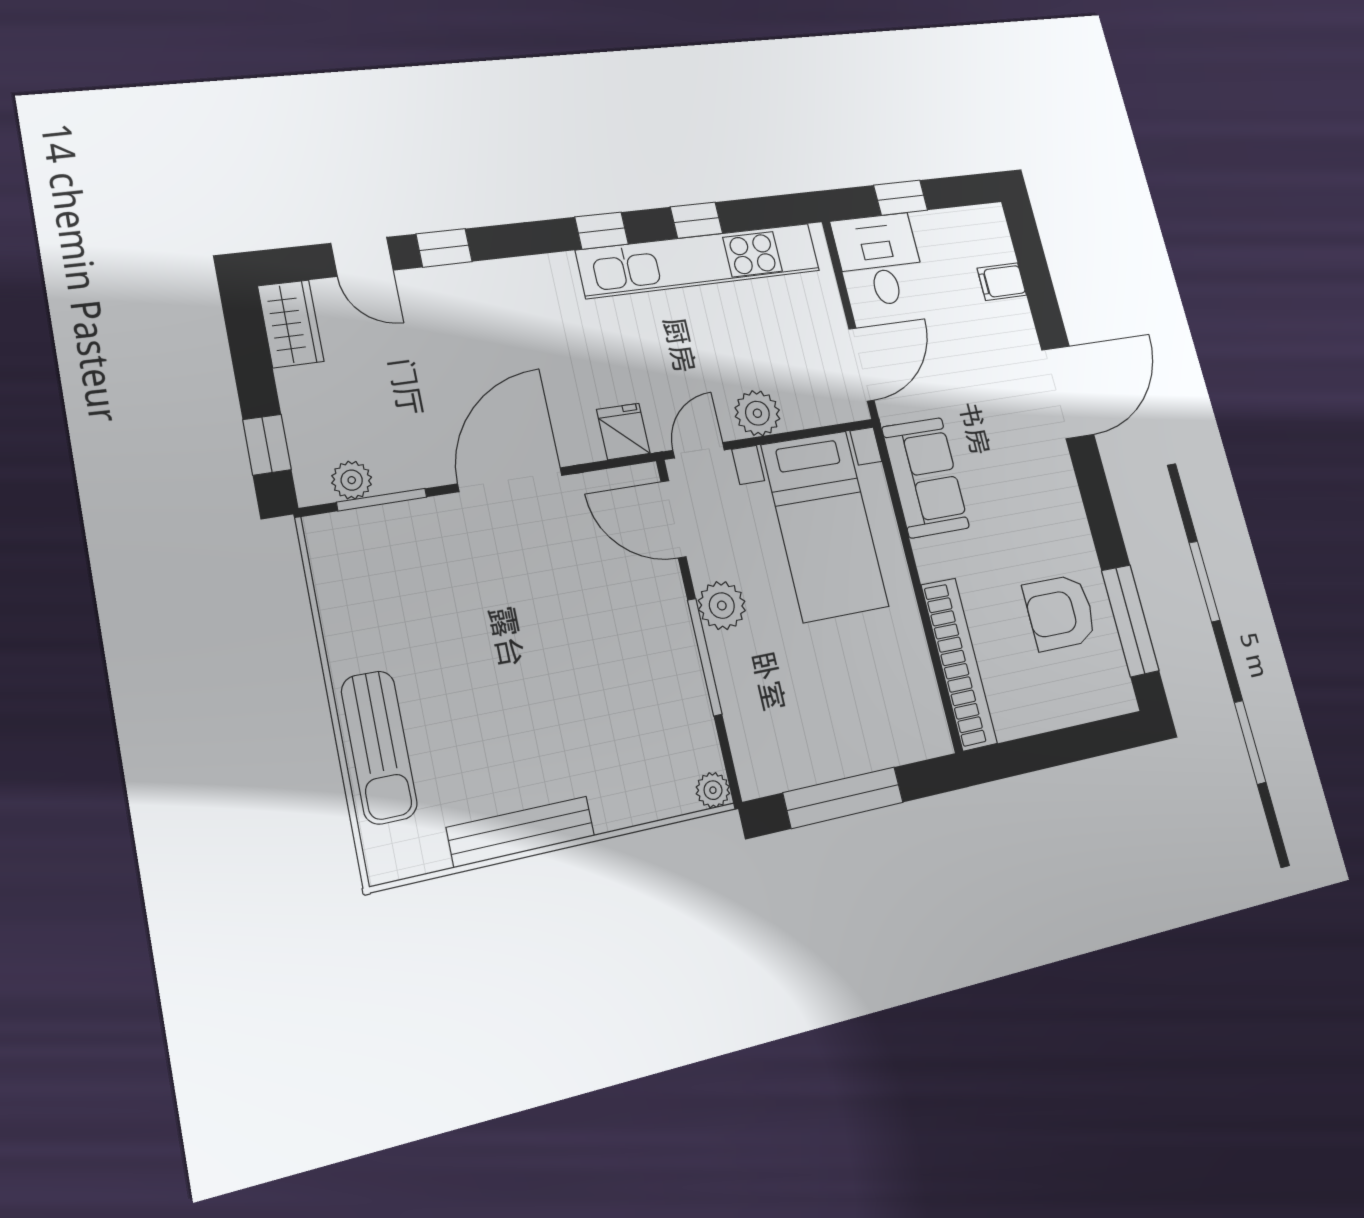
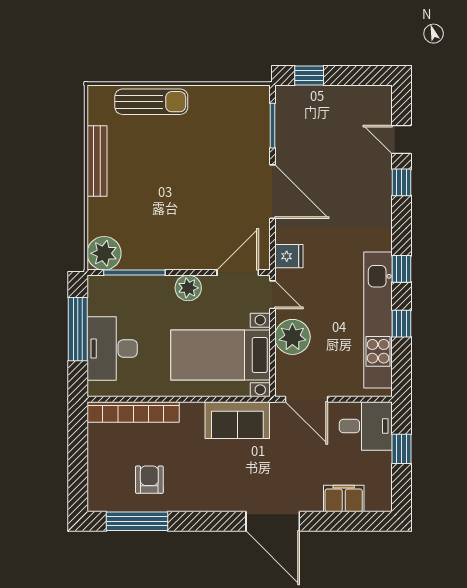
door: (362, 257) -> (402, 139), hinge flipped
filing cabinet: (1002, 282) -> (344, 498), width x2.00
wardrobe: (291, 324) -> (370, 98), removed
plant: (757, 413) -> (292, 337), width x1.36, depth x1.36
plant: (352, 480) -> (285, 113), removed
armchair: (1060, 613) -> (149, 480), width x0.72, depth x0.72
window: (705, 657) -> (134, 273), moved
desk: (861, 725) -> (112, 348), added
sun lounger: (379, 747) -> (151, 102), turned 180
plant: (713, 790) -> (104, 253), width x1.88, depth x1.88

